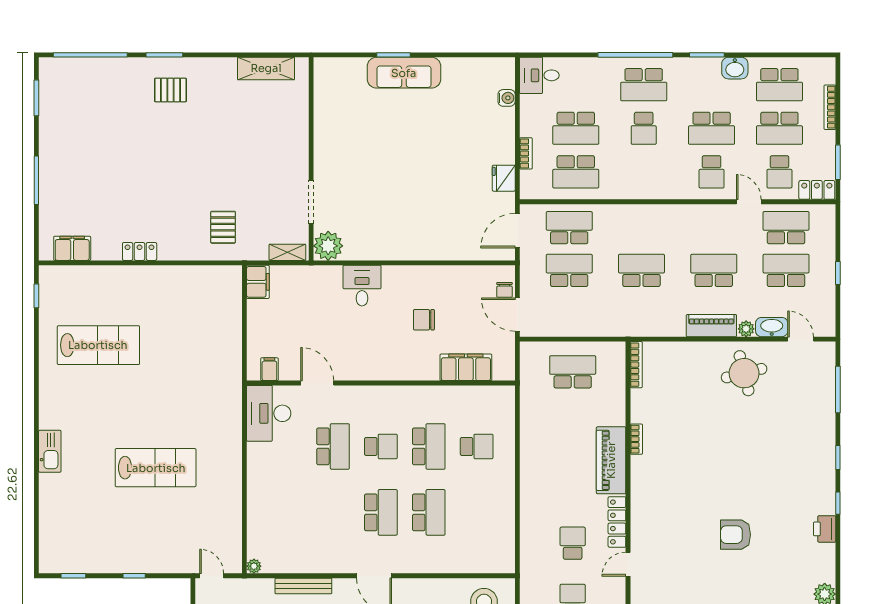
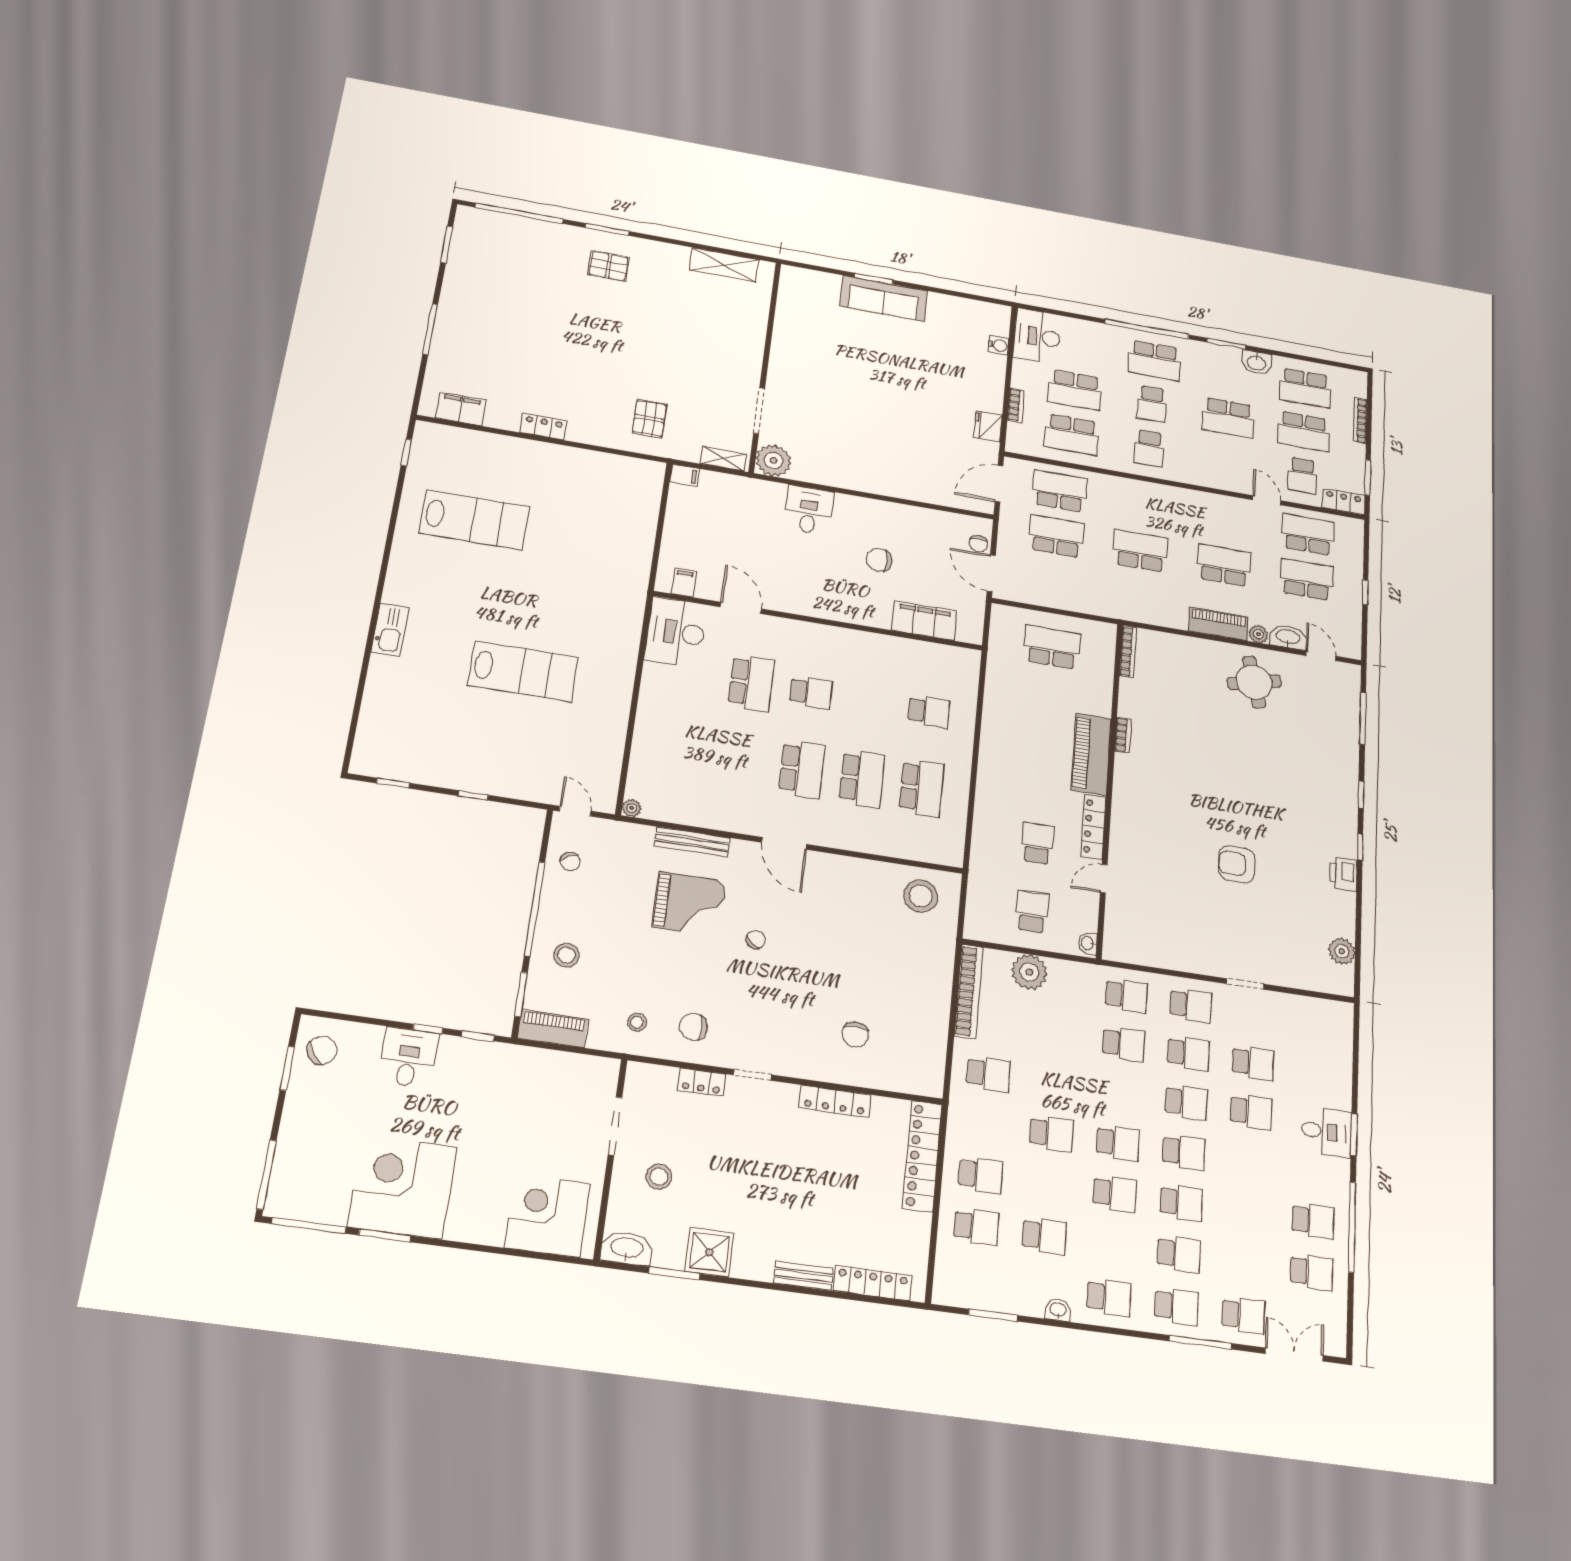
desk: (539, 75) -> (1037, 336), width x1.37
school desk: (712, 172) -> (1149, 448), moved
filing cabinet: (258, 282) -> (684, 475), width x0.50
school desk: (429, 446) -> (921, 788), moved

